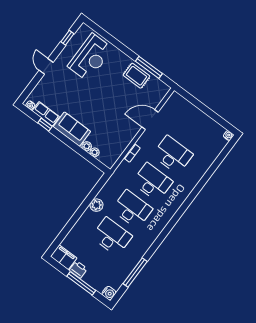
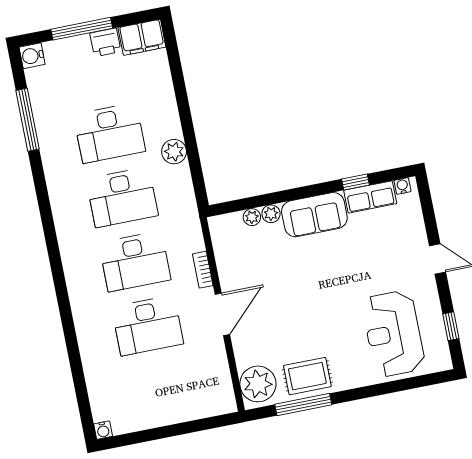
plant: (157, 92) -> (258, 384), added
door: (150, 120) -> (222, 314), moved

